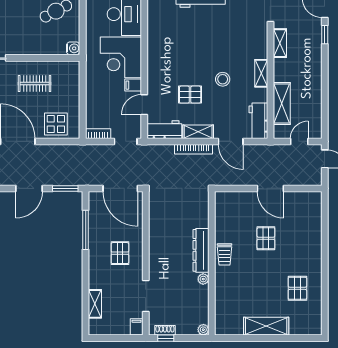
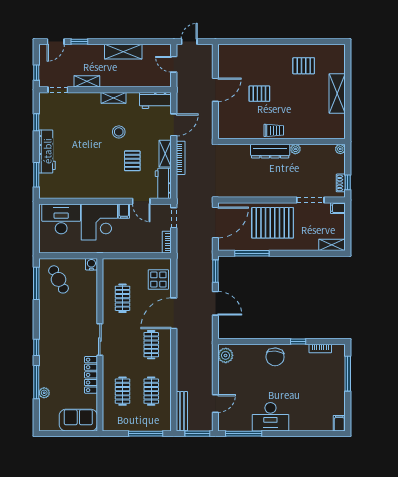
shelving: (282, 103) -> (123, 52), moved
pallet: (120, 253) -> (273, 223), width x2.05, depth x2.00
shelving: (95, 304) -> (332, 245), moved

